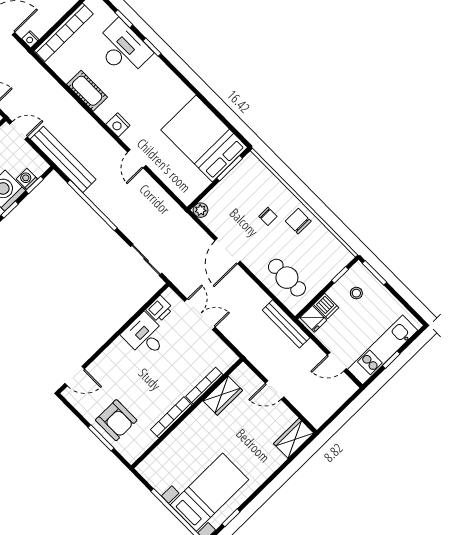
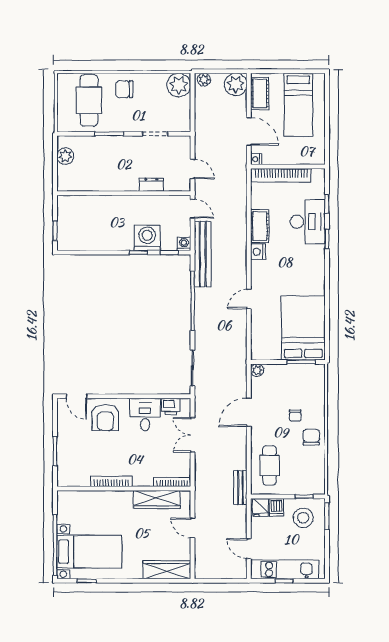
nightstand: (118, 125) -> (258, 252), moved
washing machine: (27, 179) -> (184, 244), moved
stool: (356, 293) -> (303, 518), width x1.89, depth x1.89
double door: (200, 314) -> (193, 435), swing flipped
bench: (286, 324) -> (240, 488), width x0.73
bookcase: (204, 386) -> (172, 482), moved
wardrobe: (223, 396) -> (157, 499), width x1.50
armchair: (116, 420) -> (105, 417), moved
wardrobe: (294, 438) -> (167, 570), width x1.50

